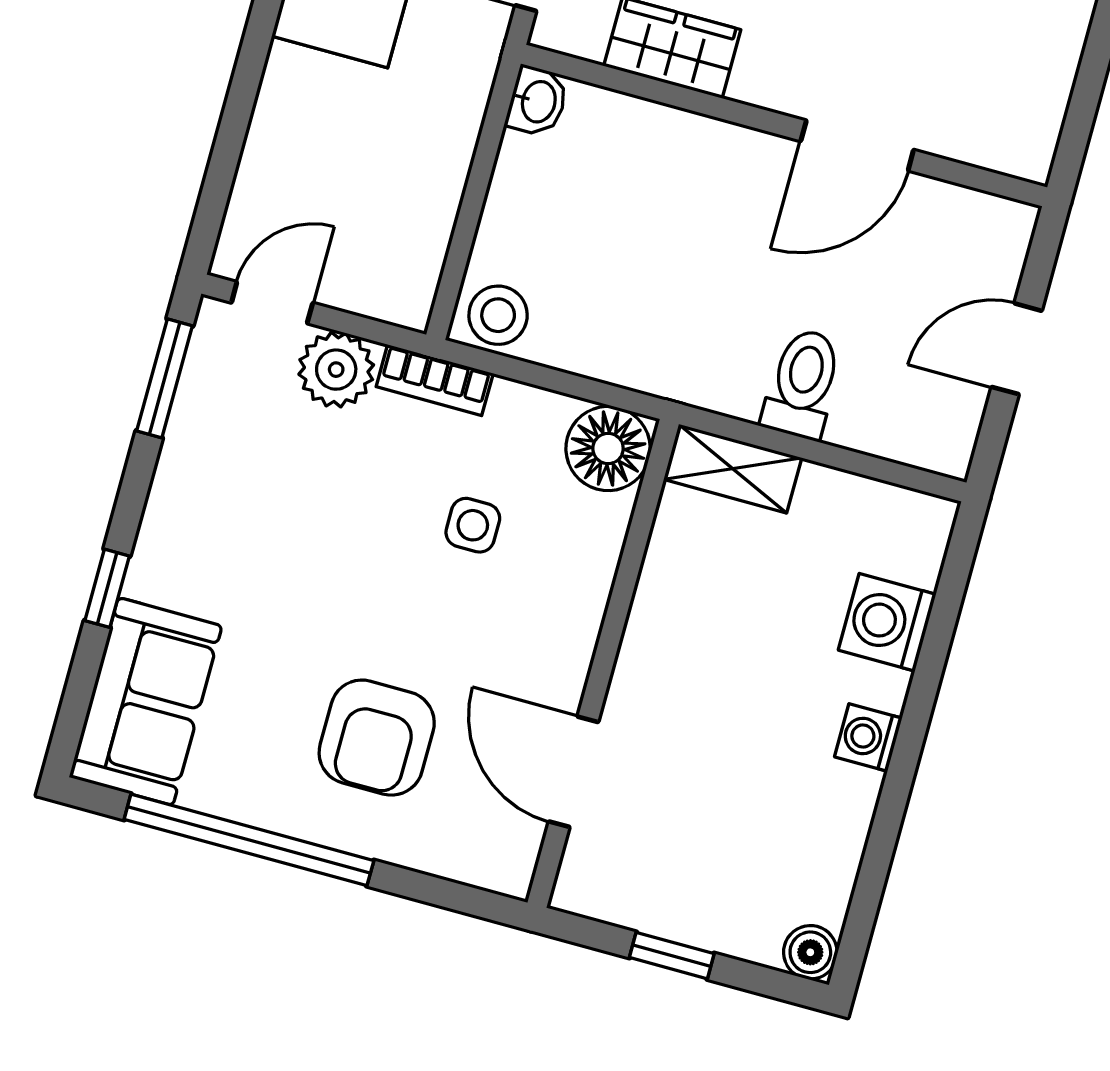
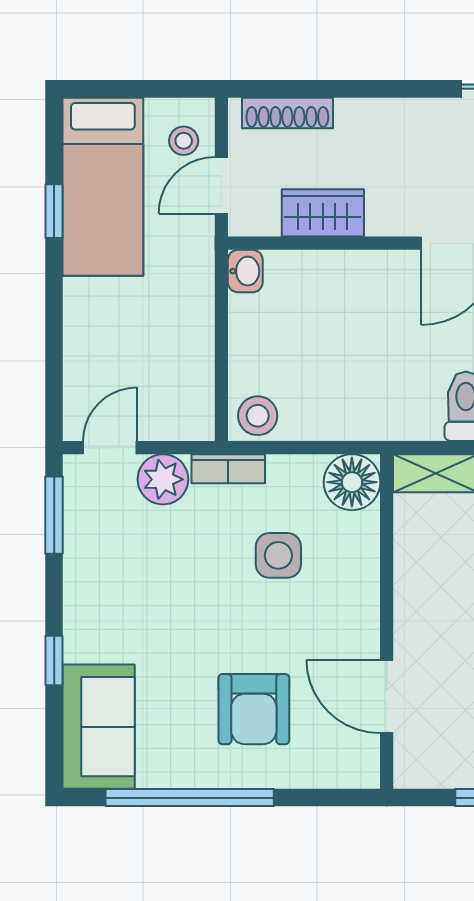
side table: (473, 525) -> (278, 555), width x1.37, depth x1.37

